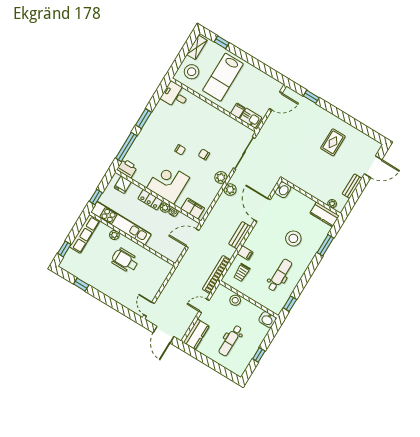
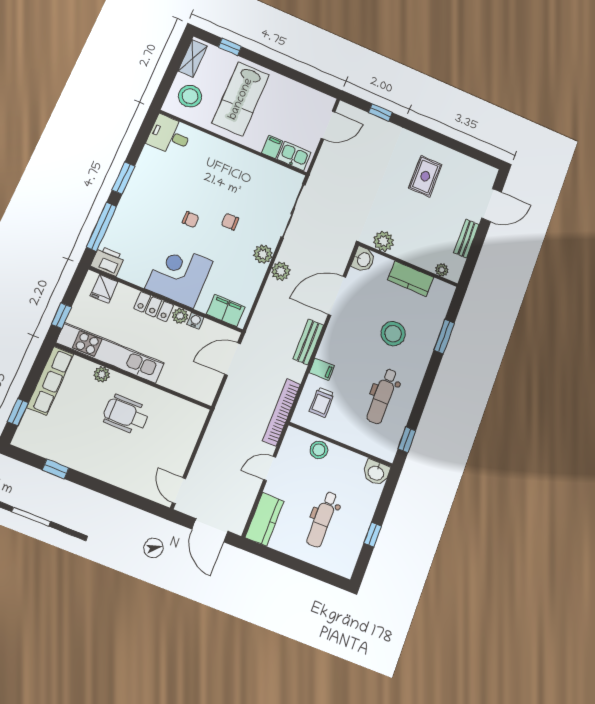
plant: (298, 180) -> (384, 241), added
door: (262, 210) -> (337, 296), hinge flipped
kitchen counter: (325, 214) -> (411, 279), moved
dental chair: (280, 275) -> (382, 396), turned 180

